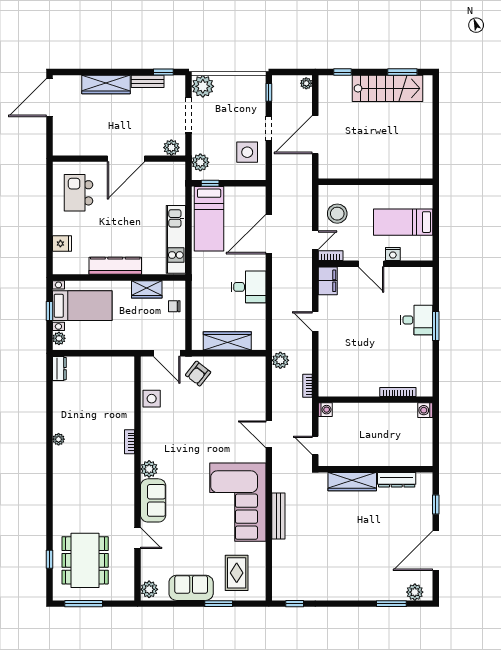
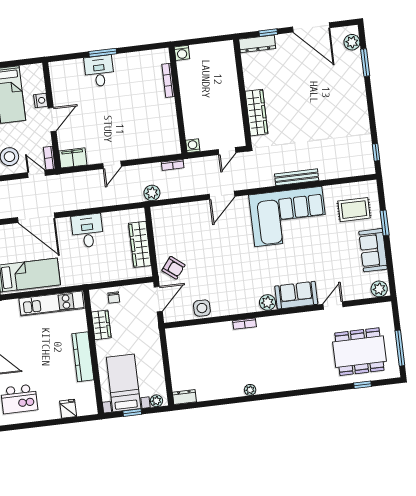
dresser: (397, 480) -> (257, 44), moved, turned 90

